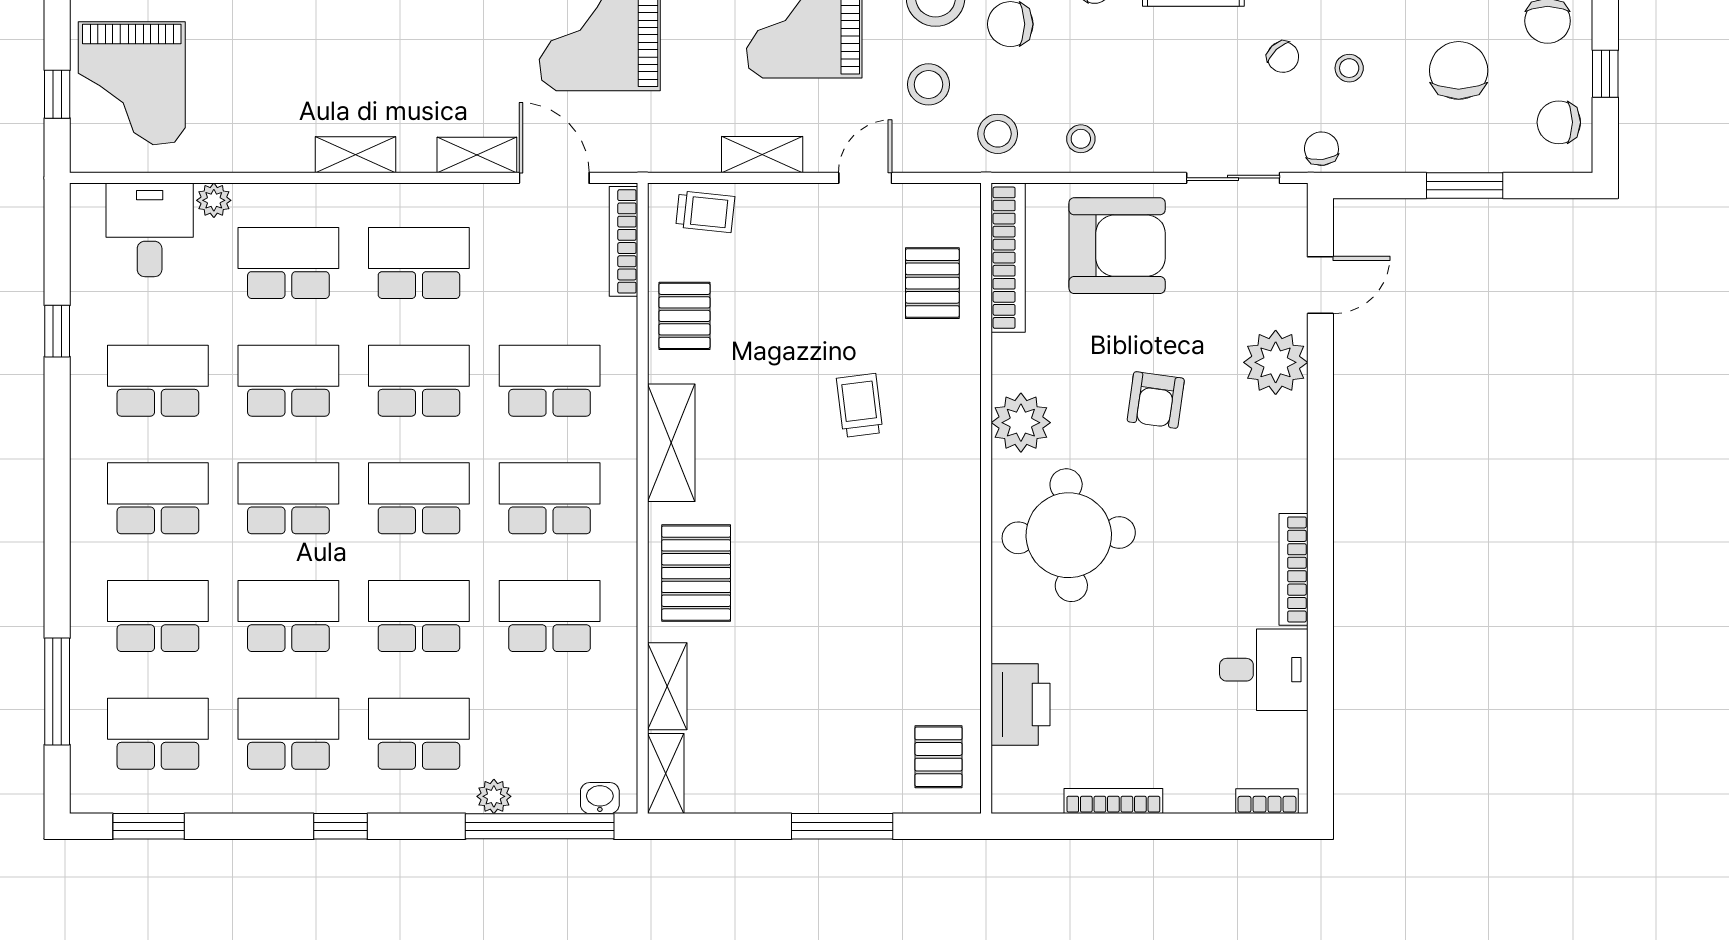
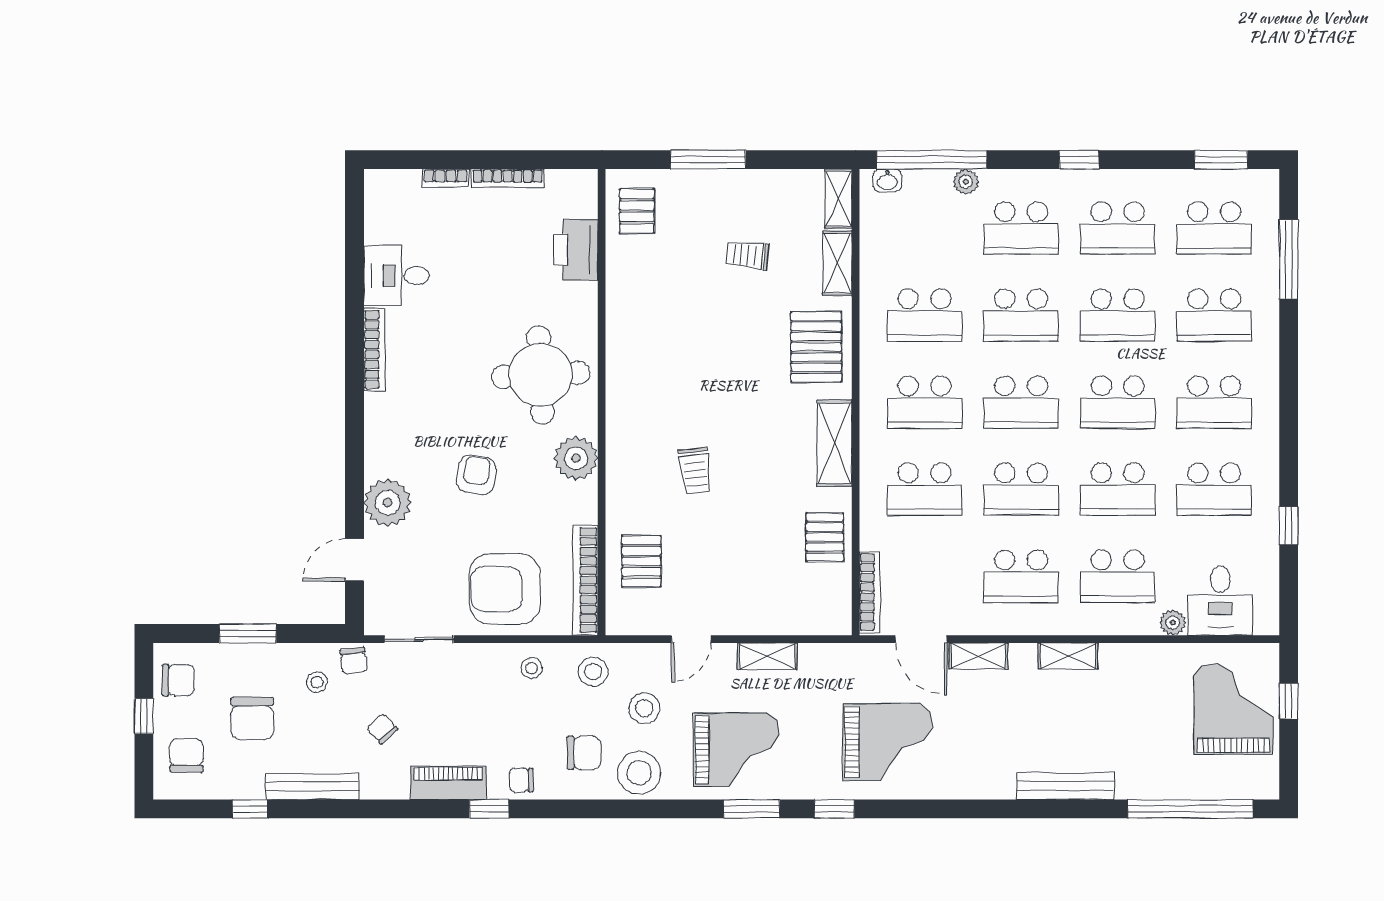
stool: (1349, 68) -> (317, 682), moved
trolley: (705, 212) -> (747, 255), moved
bookcase: (1267, 801) -> (446, 178), moved

